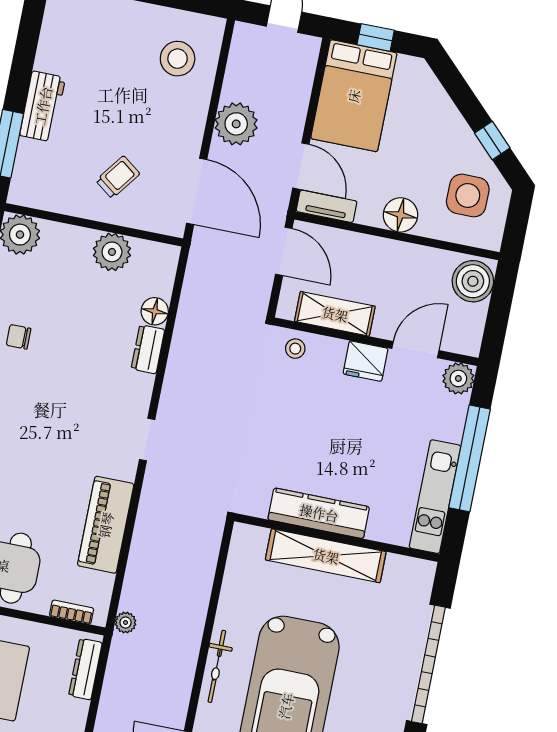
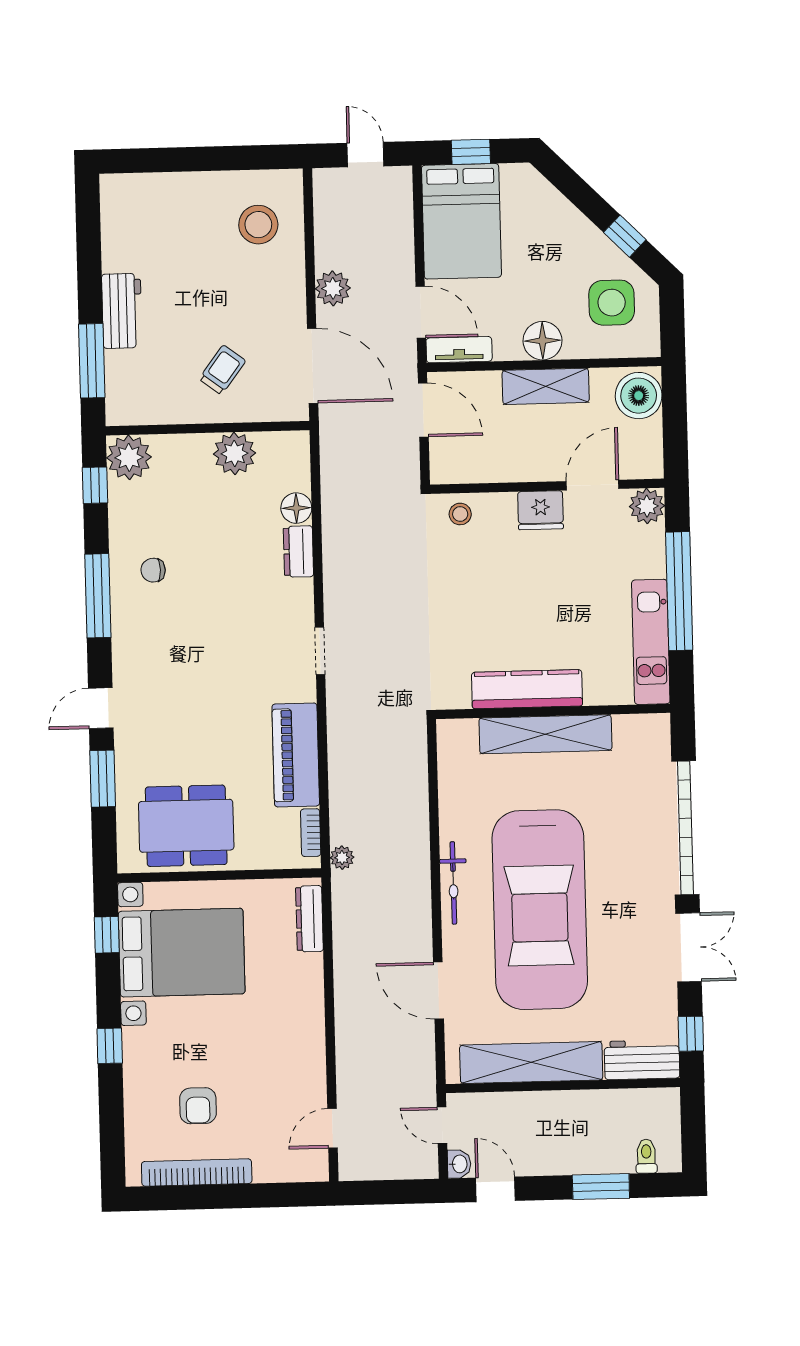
plant: (236, 124) -> (333, 288), width x0.73, depth x0.73
shelving: (335, 314) -> (546, 386), moved
bookcase: (72, 612) -> (311, 833), moved, turned -90

